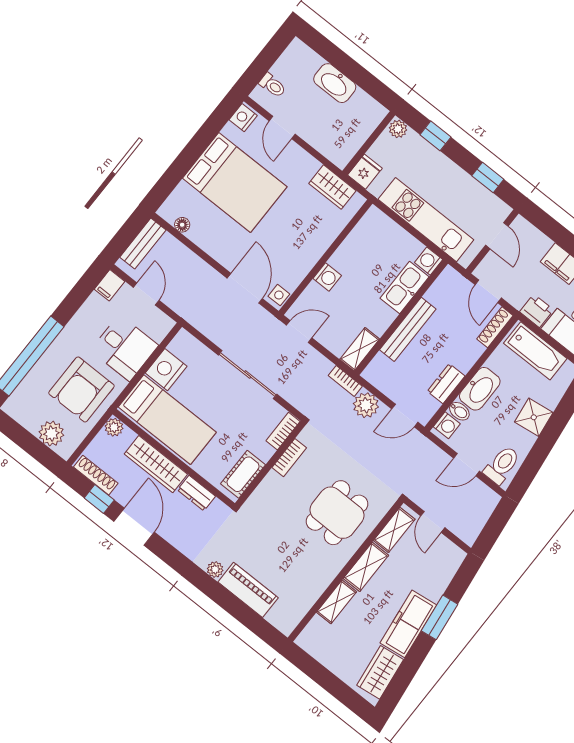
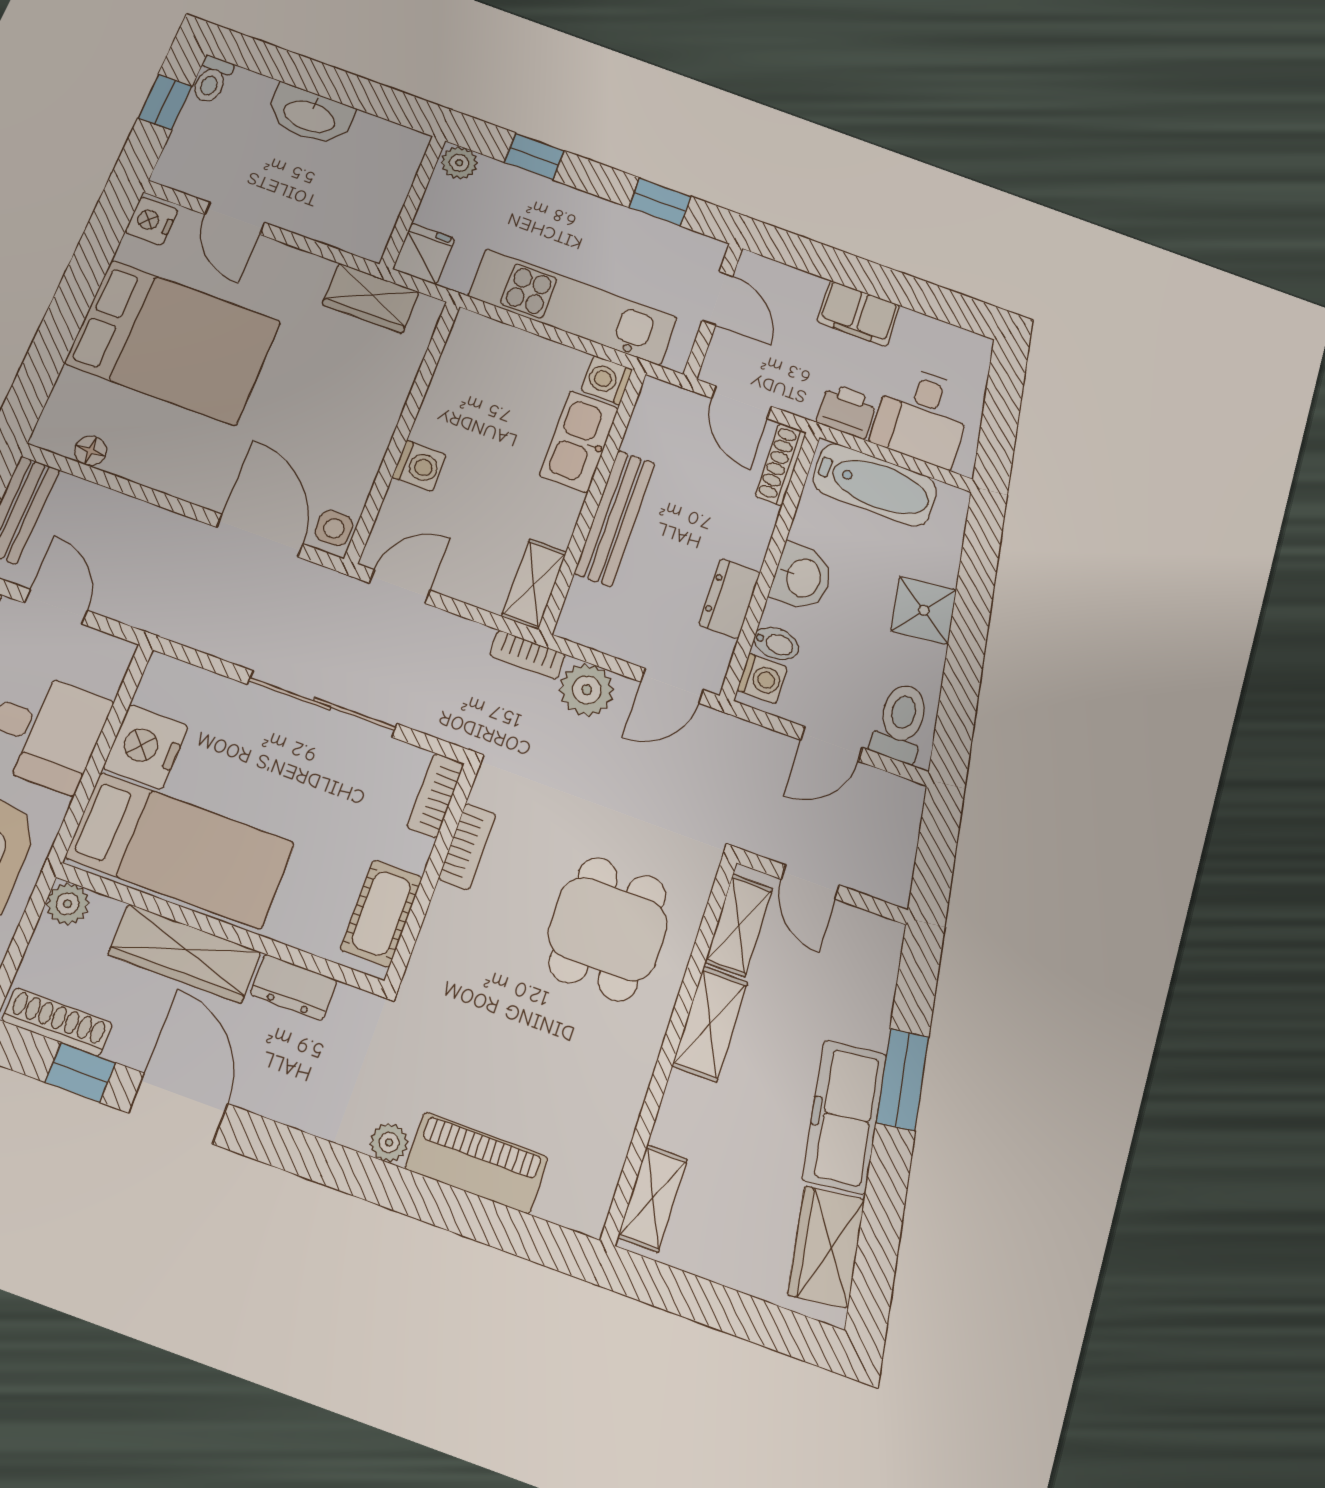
window: (268, 56) -> (165, 102), added
toilet: (272, 85) -> (212, 80), moved, turned 90
washbasin: (480, 389) -> (802, 577), width x0.72
shelving: (336, 602) -> (653, 1198), moved

